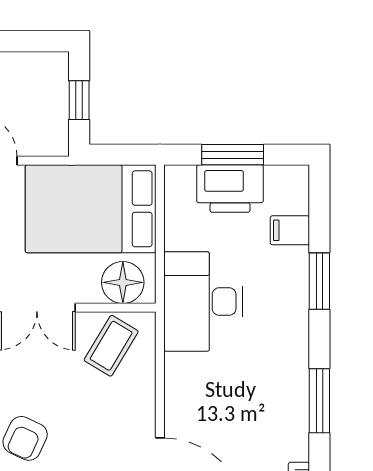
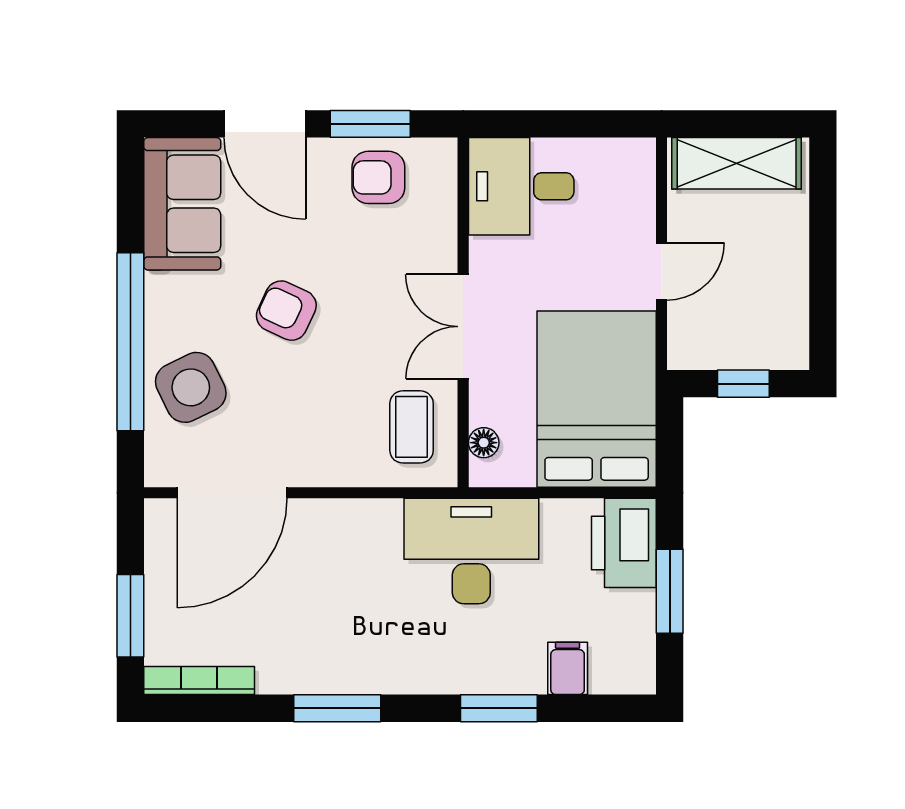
printer: (230, 189) -> (624, 543), moved
floor lamp: (123, 282) -> (484, 443), width x0.53, depth x0.53
coffee table: (111, 346) -> (412, 427), turned 59

